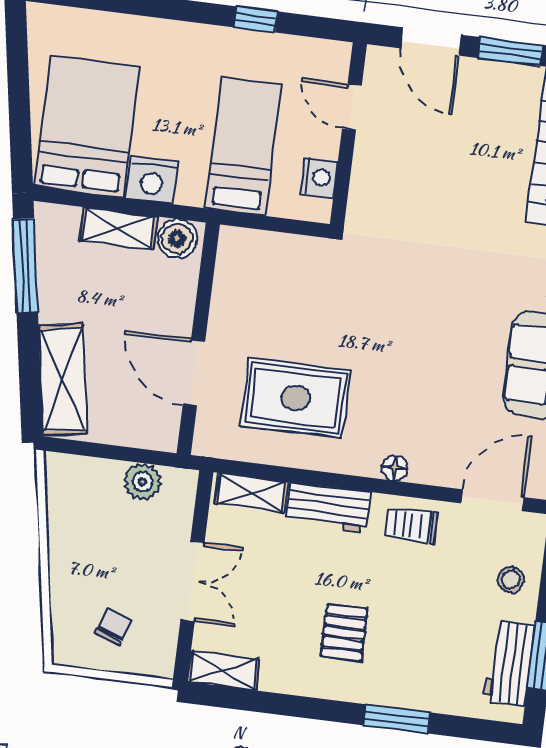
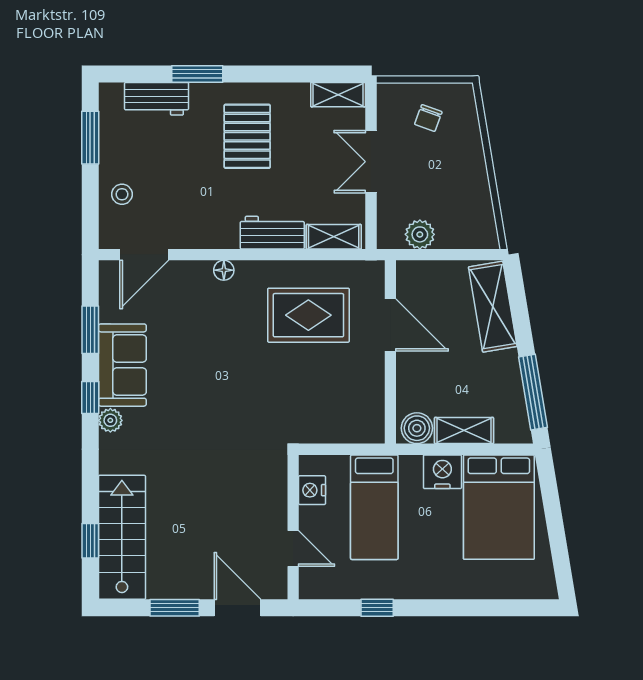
trolley: (411, 525) -> (205, 227), removed
pallet: (344, 633) -> (247, 136), width x1.50, depth x1.42
workbench: (509, 663) -> (157, 99), moved, turned 90

